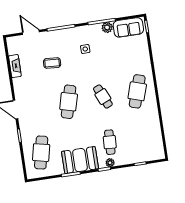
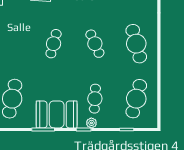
cafe table: (137, 91) -> (136, 44), turned -33
cafe table: (69, 102) -> (54, 44), width x0.73, depth x0.74
cafe table: (144, 137) -> (136, 99), added

